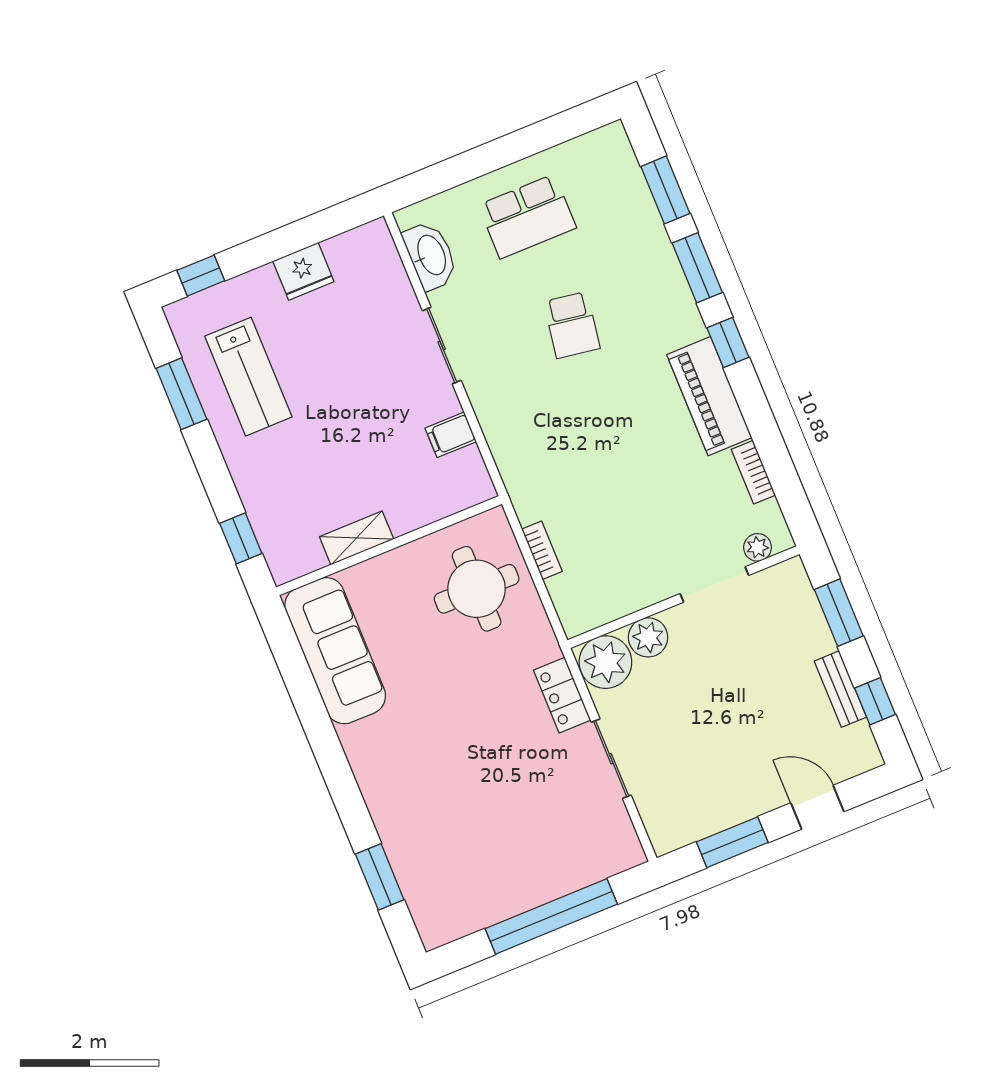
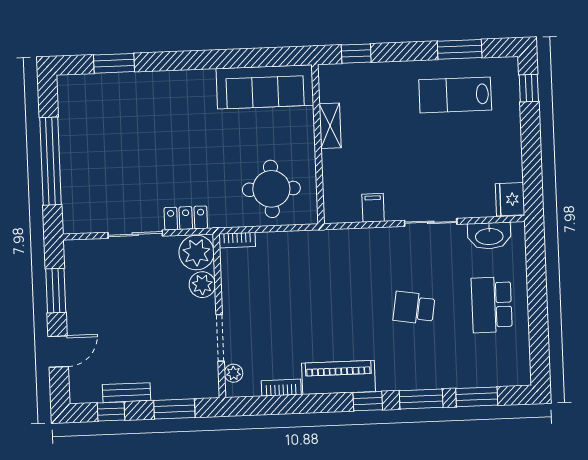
fridge: (303, 271) -> (510, 199), moved
bookcase: (542, 550) -> (237, 240), moved

